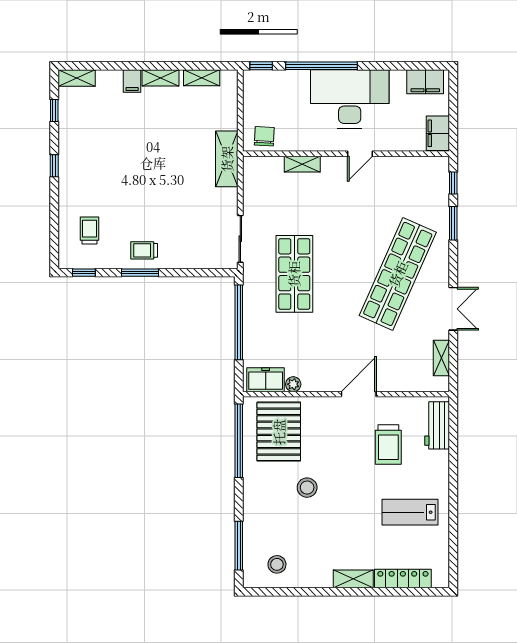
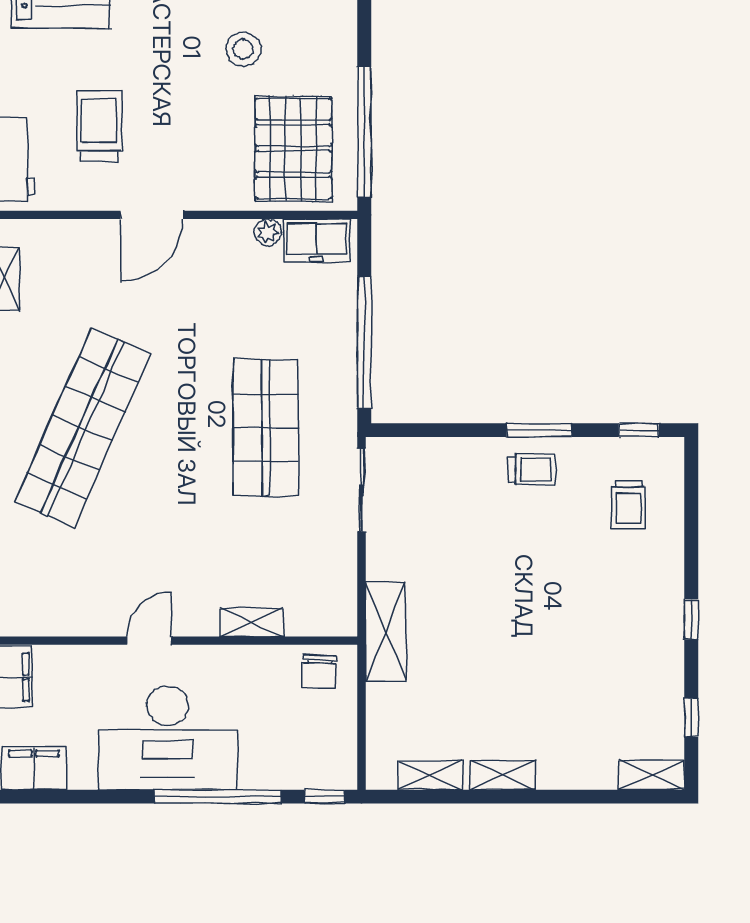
filing cabinet: (132, 81) -> (553, 770), removed

